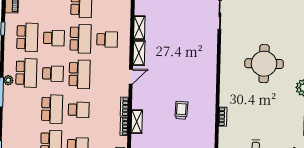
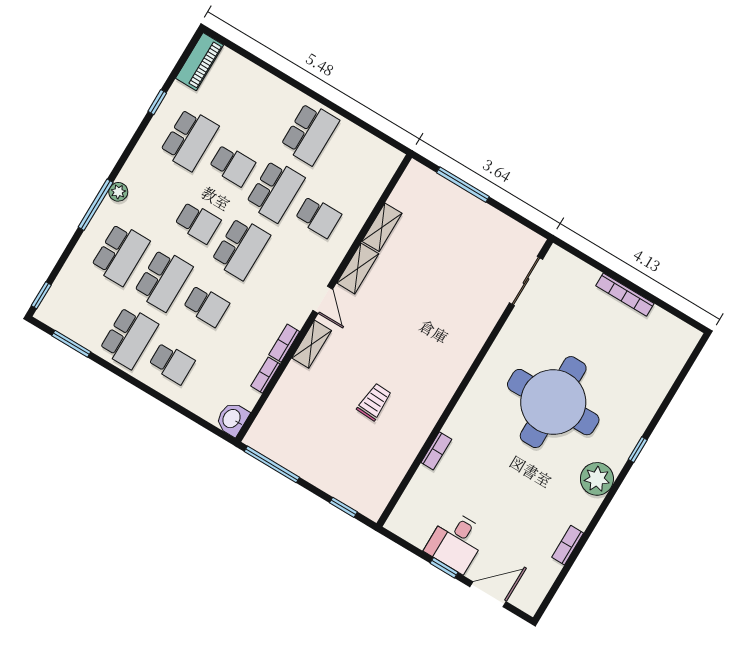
round table: (264, 64) -> (553, 402), width x1.36, depth x1.36
school desk: (26, 73) -> (120, 254), moved
door: (131, 77) -> (323, 300), hinge flipped
shelving: (137, 122) -> (312, 344), moved

